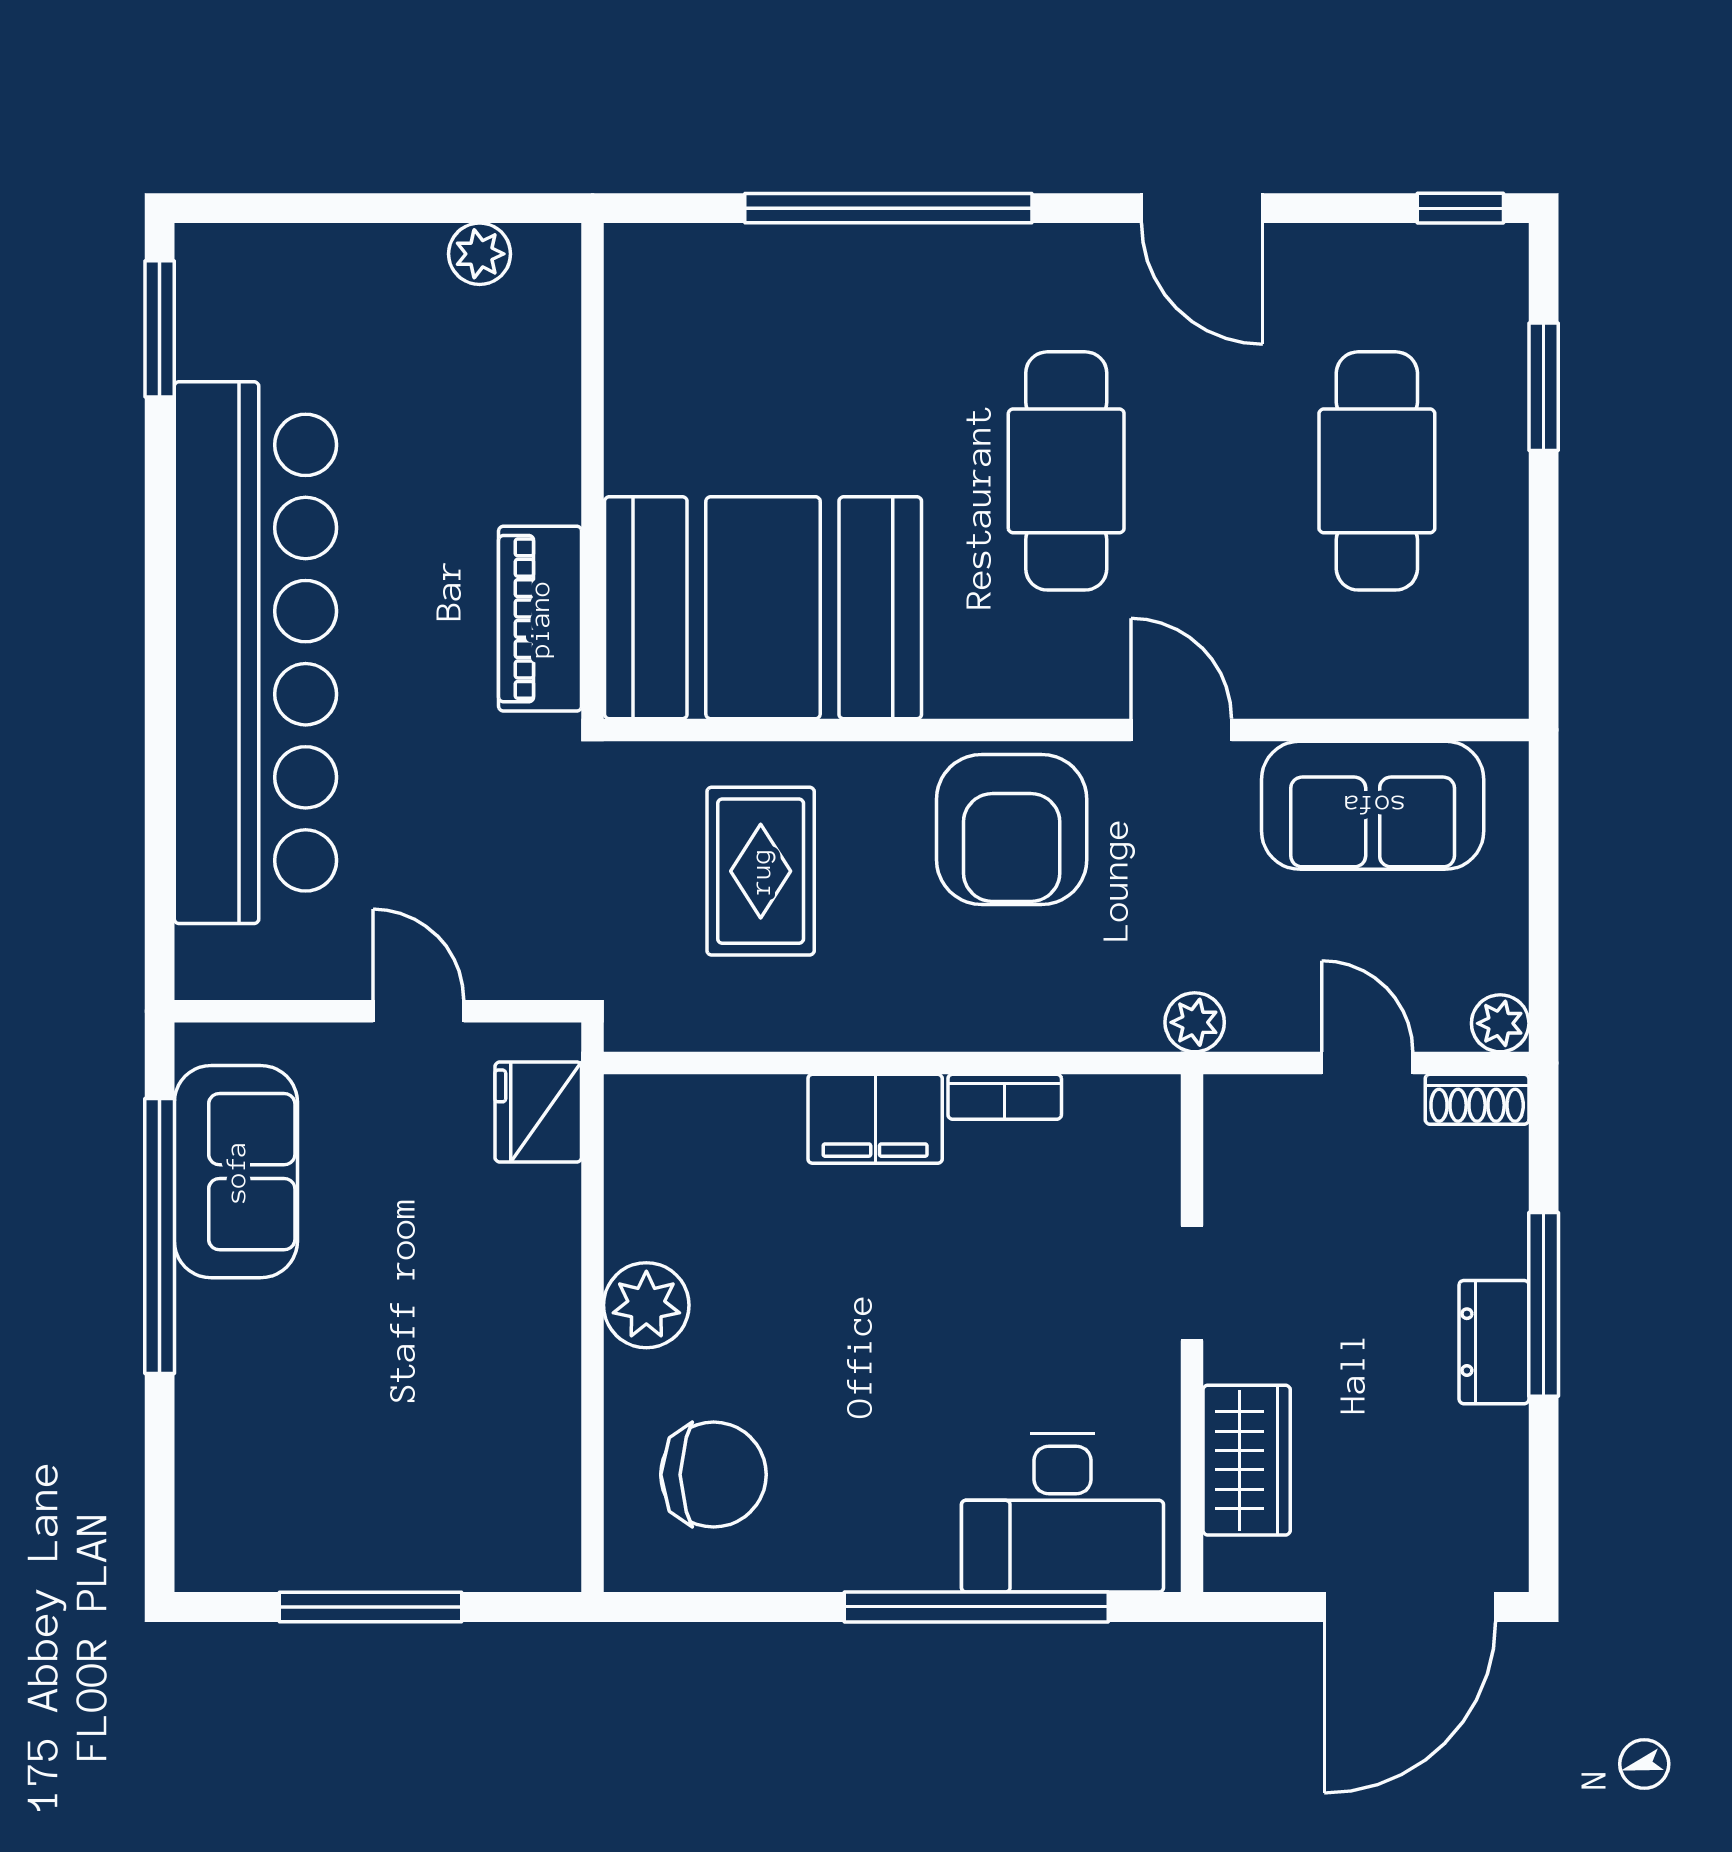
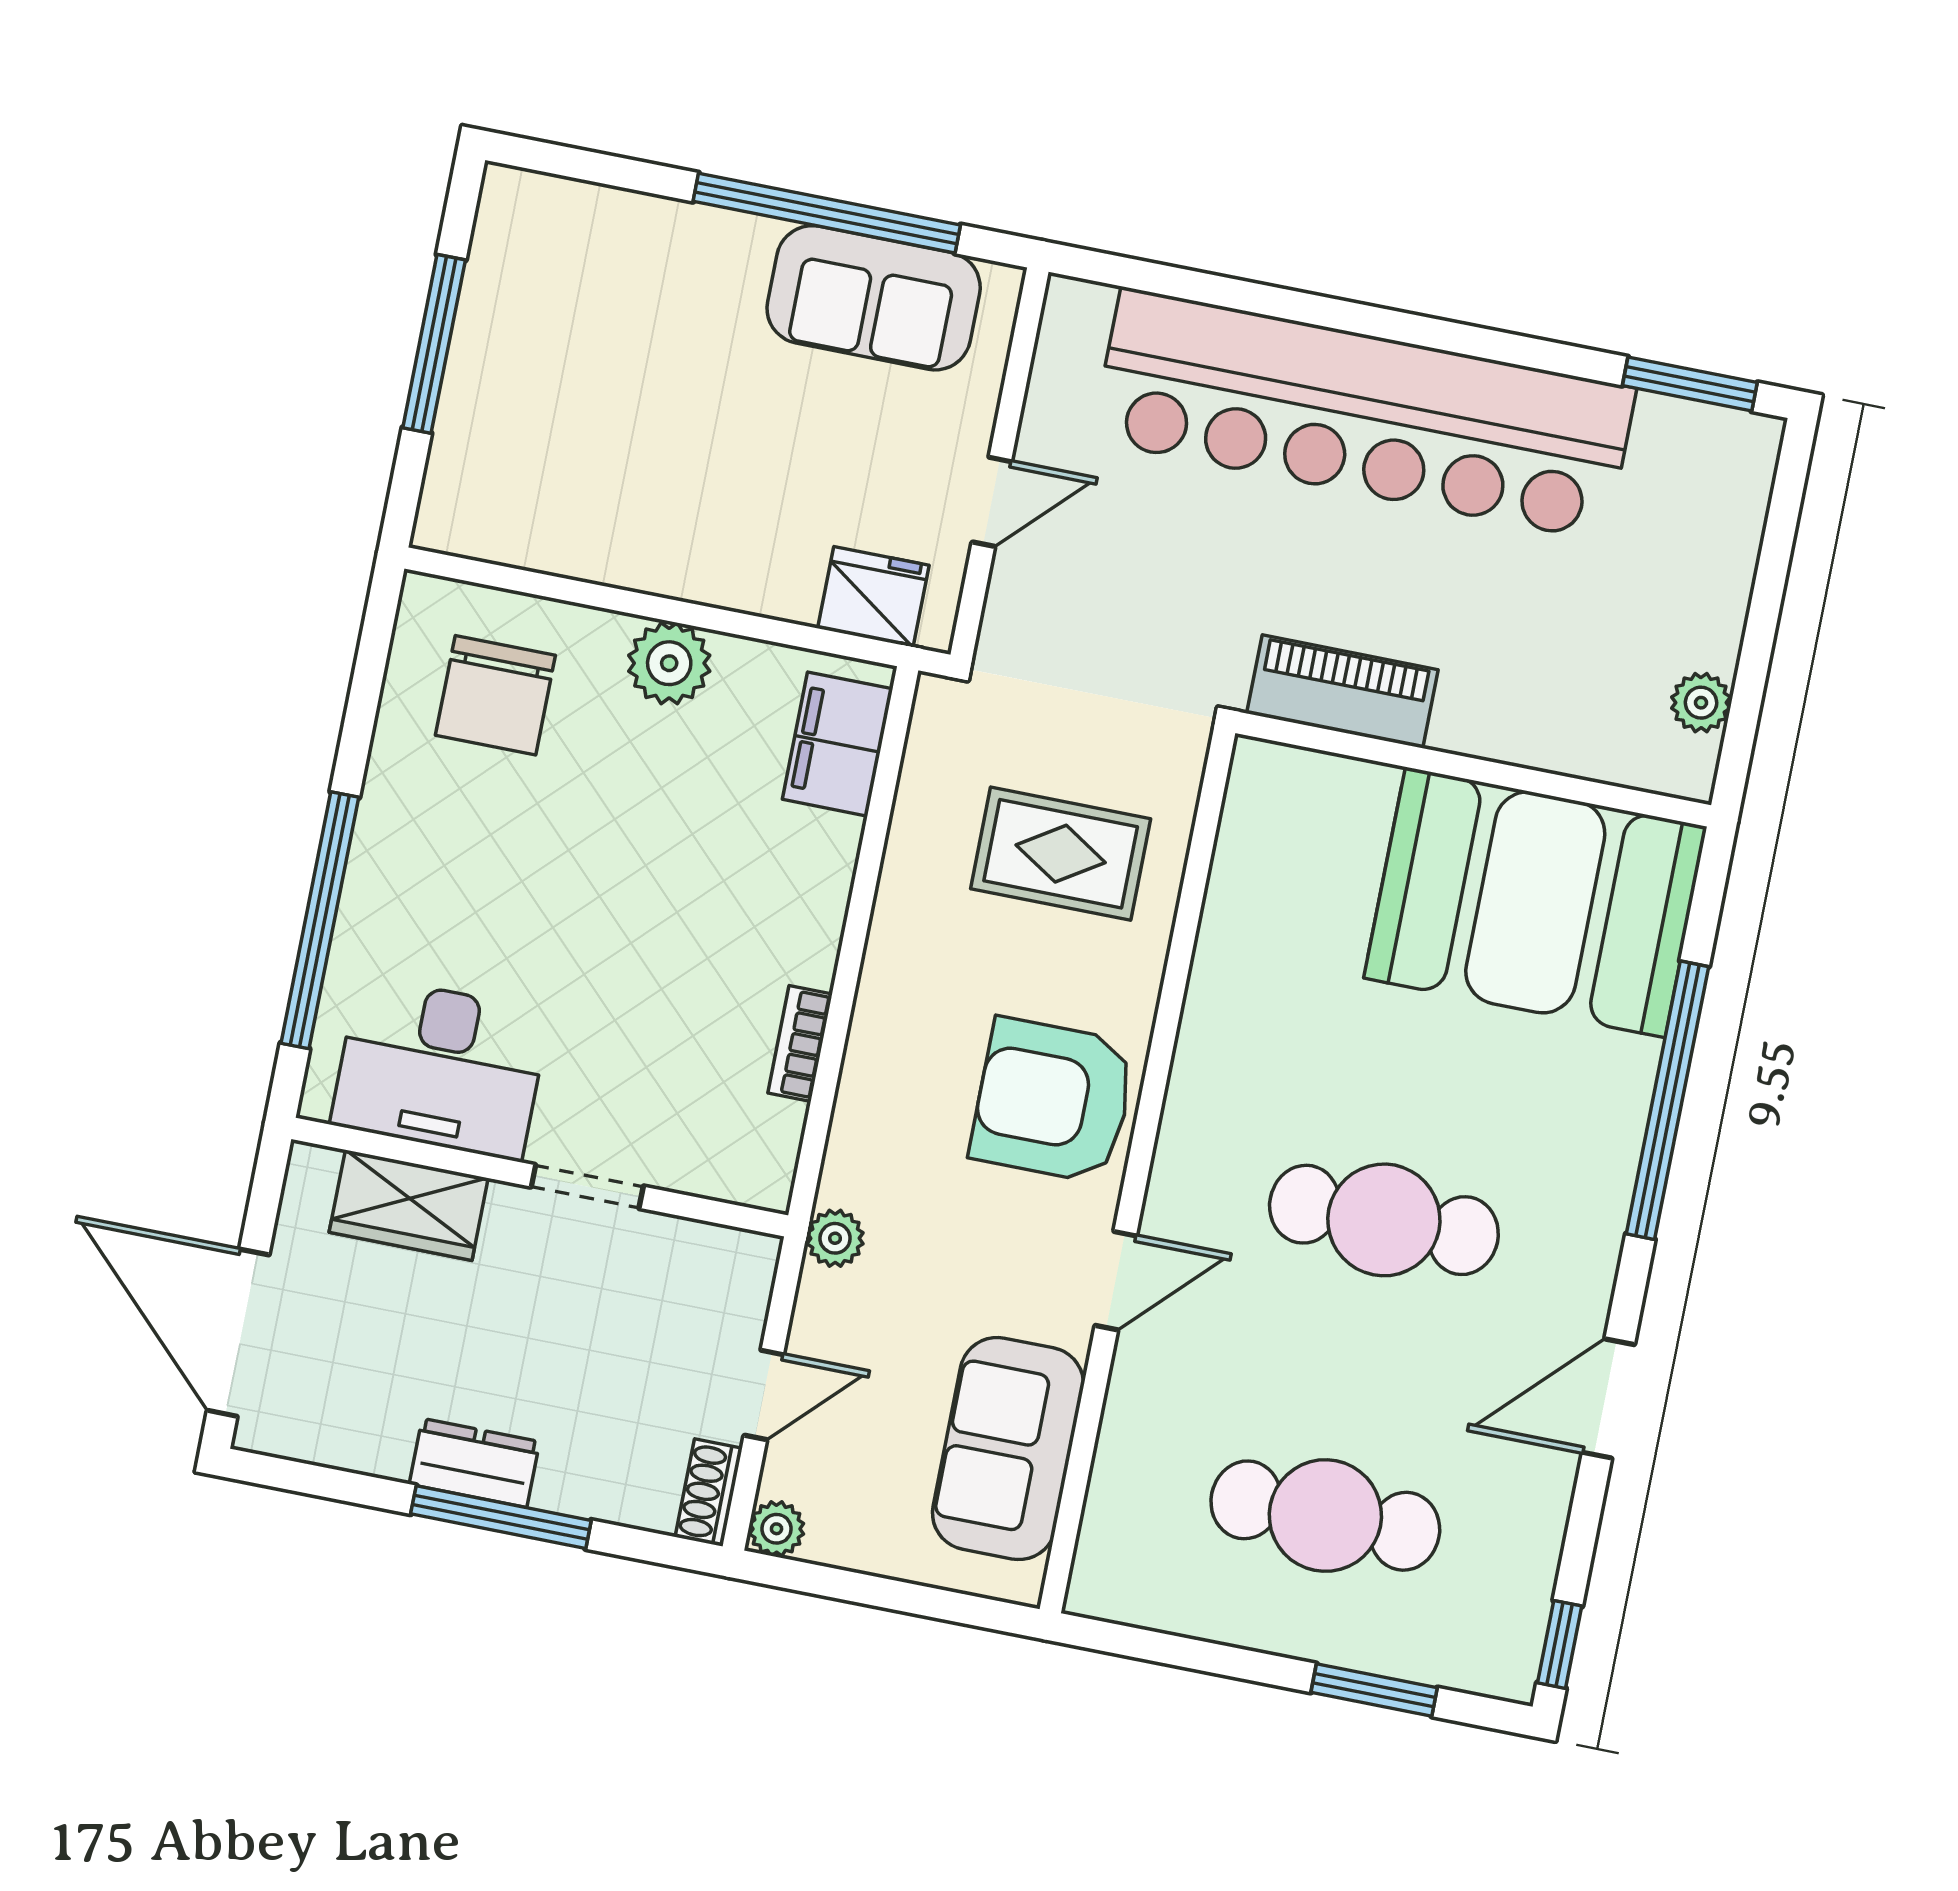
booth: (763, 608) -> (1535, 902), moved, turned 90
filing cabinet: (875, 1119) -> (837, 744), moved
desk: (1062, 1513) -> (440, 1068), moved, turned -90

